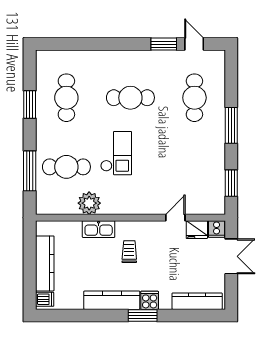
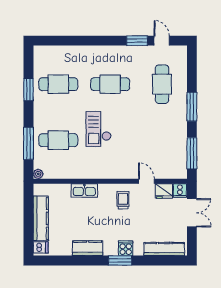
cafe table: (66, 98) -> (58, 84), turned 90
checkout: (116, 153) -> (99, 129), turned 180
window: (231, 183) -> (192, 153), width x1.44
plant: (89, 203) -> (38, 174), moved, width x0.53, depth x0.53
door: (175, 218) -> (147, 181), hinge flipped
trolley: (129, 252) -> (123, 200), moved
kitchen counter: (112, 300) -> (88, 248), width x0.67

